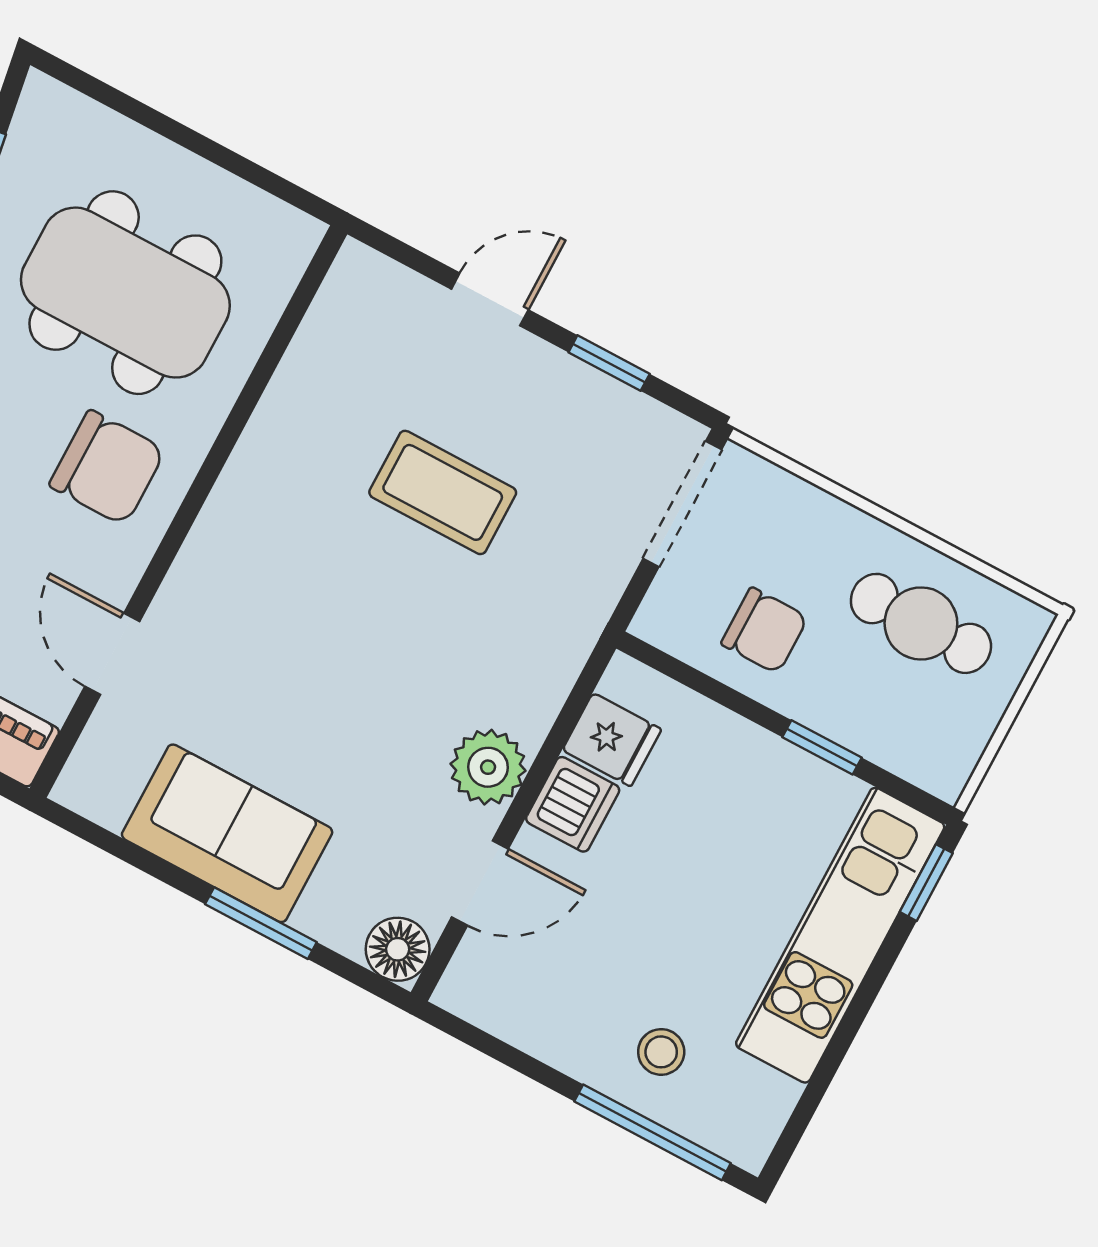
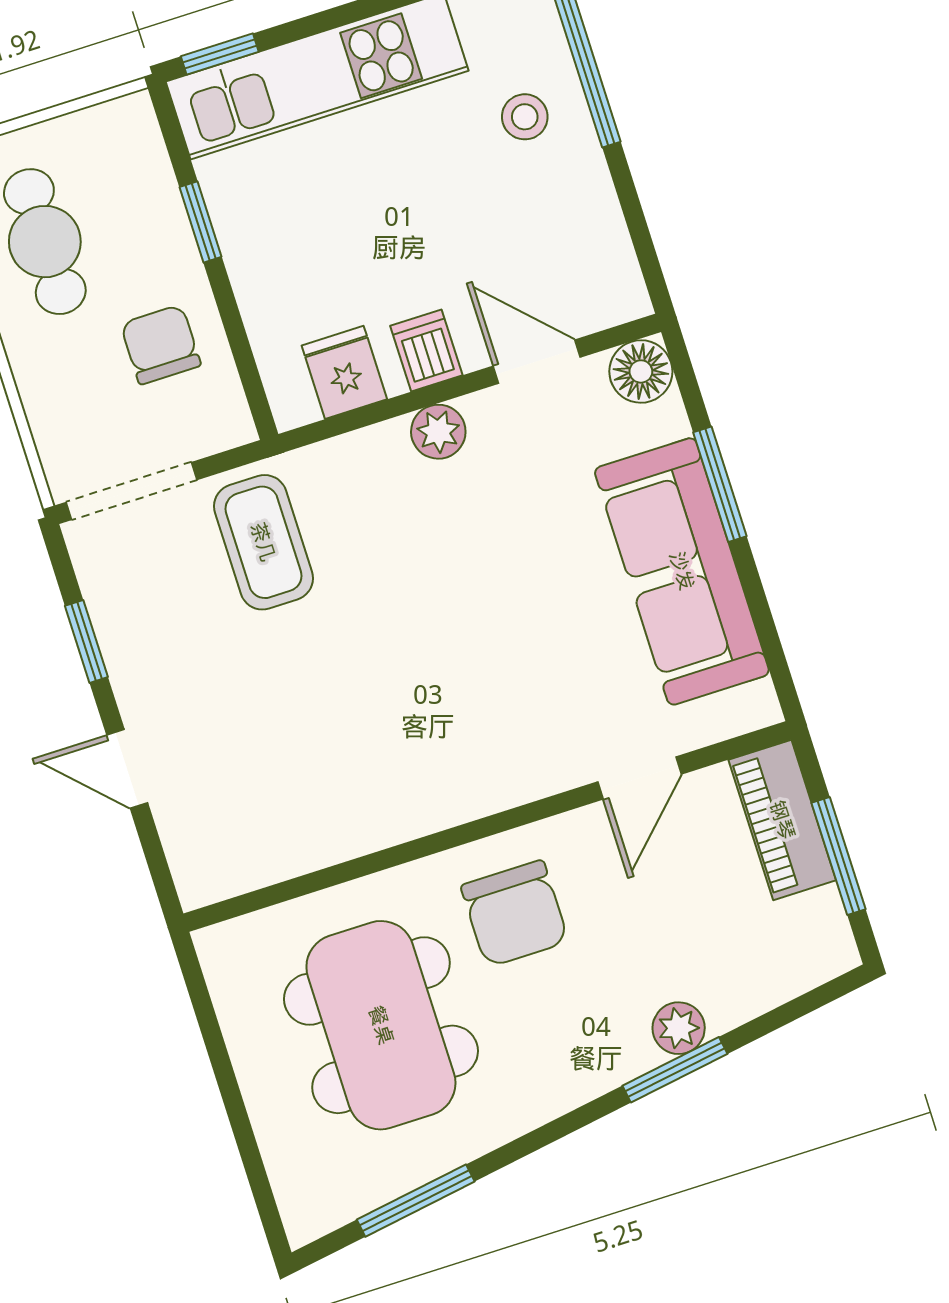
chair: (107, 468) -> (515, 914), turned 180
coffee table: (443, 492) -> (263, 542), moved
plant: (488, 767) -> (438, 432), width x0.73, depth x0.73
dishwasher: (573, 804) -> (426, 350), width x0.73
sofa: (227, 833) -> (682, 571), width x1.36

